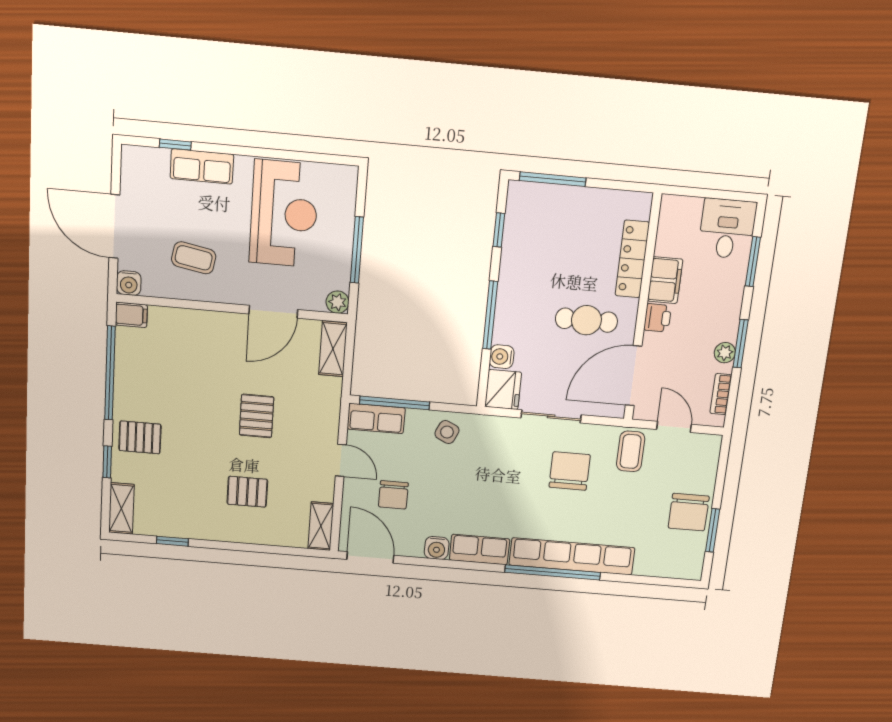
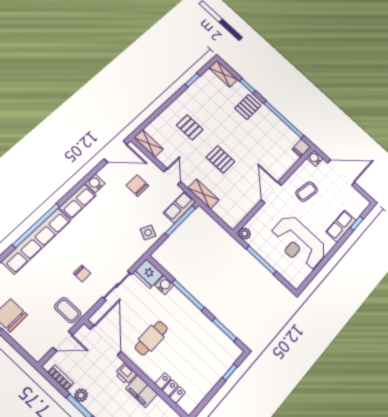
window: (553, 179) -> (230, 372), width x0.46
window: (499, 230) -> (225, 330), width x1.50
locker: (632, 259) -> (170, 388), width x0.66
door: (273, 312) -> (271, 192), moved
shelving: (333, 349) -> (203, 194), moved
door: (341, 460) -> (172, 177), swing flipped
chair: (570, 471) -> (82, 273), width x0.54, depth x0.54
pallet: (247, 492) -> (190, 127), turned 90

